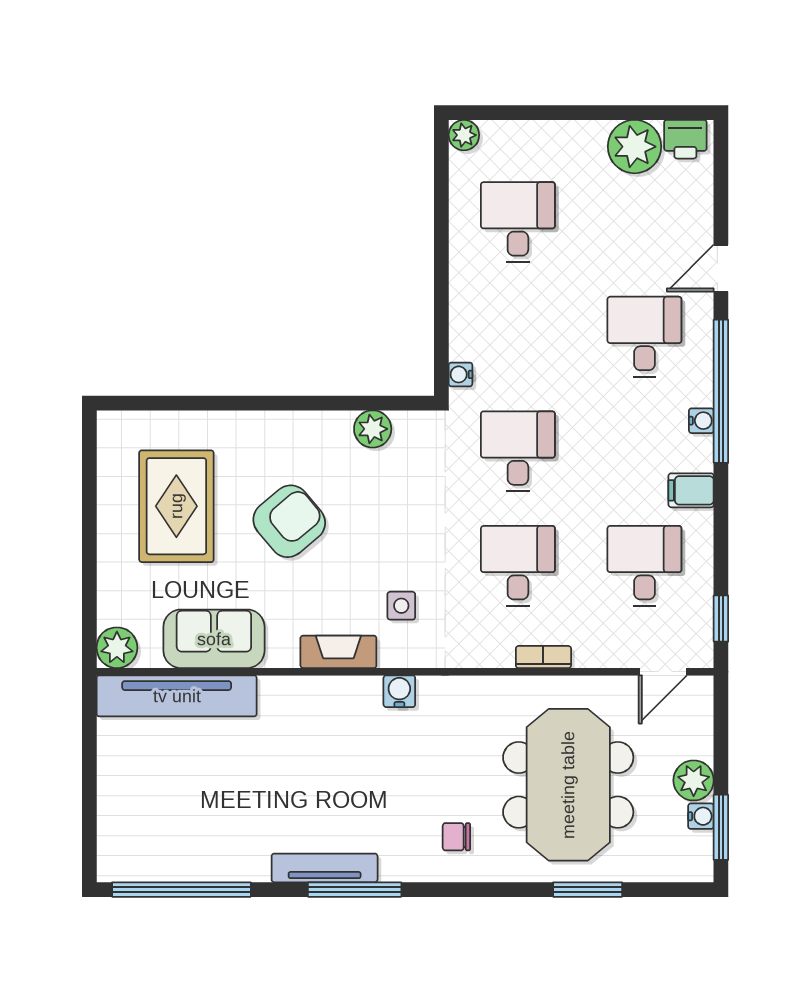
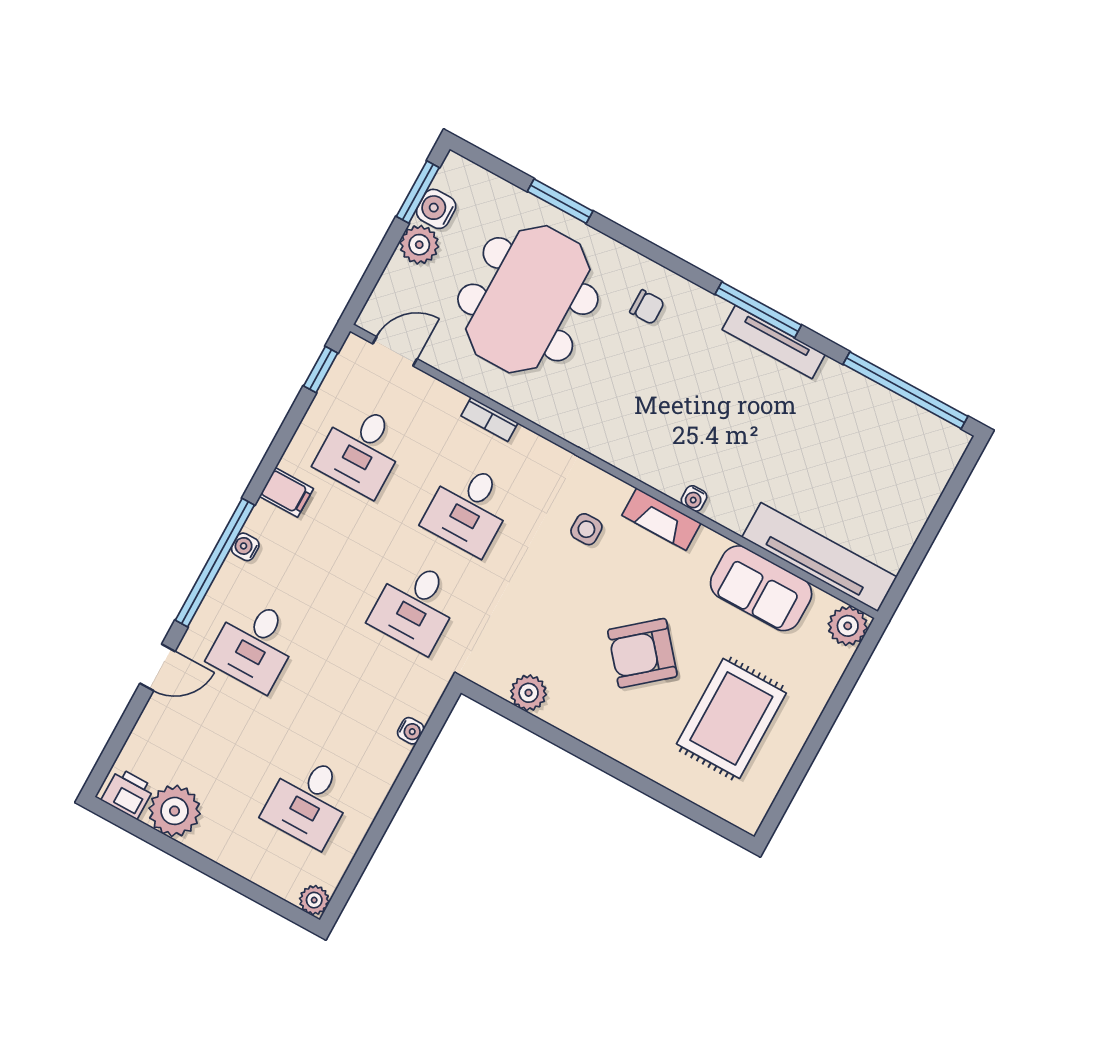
water cooler: (461, 374) -> (411, 731), moved
water cooler: (399, 691) -> (694, 498), moved, width x0.72, depth x0.72
water cooler: (701, 816) -> (436, 209), width x1.38, depth x1.38

